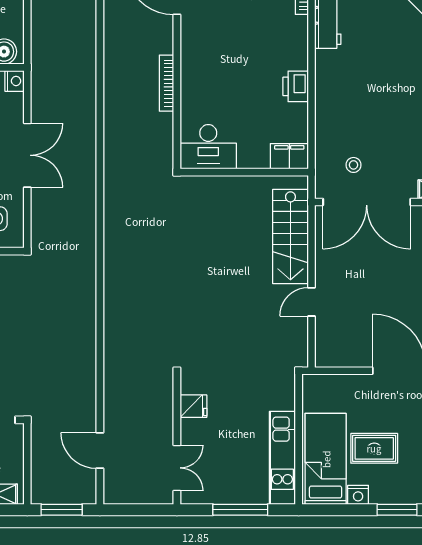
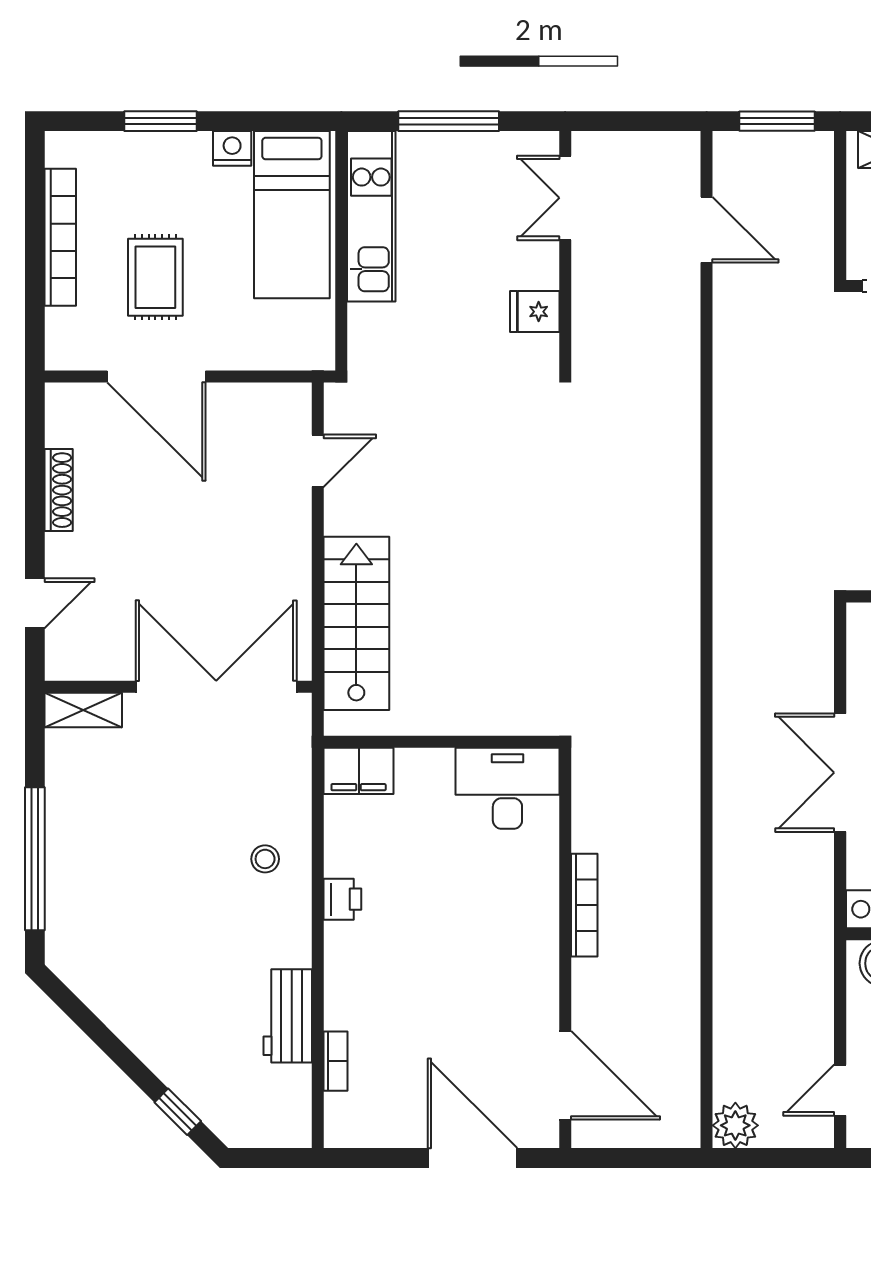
printer: (296, 86) -> (342, 899), width x0.73, depth x0.81
stool: (353, 165) -> (265, 859), moved
door: (311, 302) -> (318, 461), moved
rug: (374, 448) -> (155, 277), moved, turned 90

